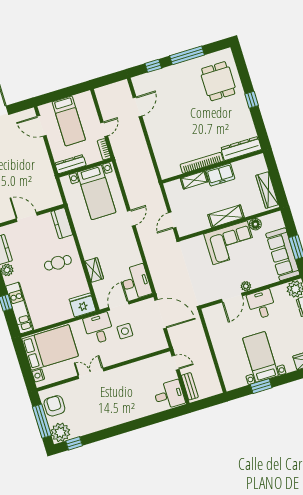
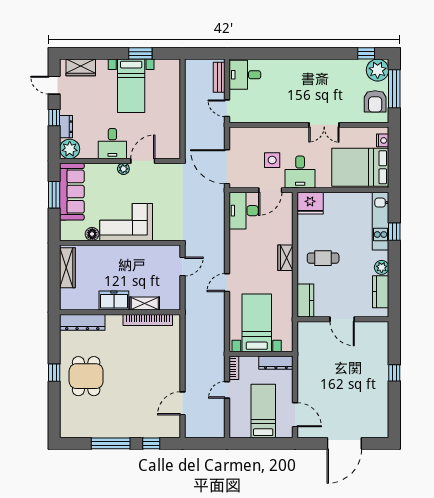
dining table: (218, 81) -> (86, 376), moved
bookcase: (202, 163) -> (148, 320), moved
shelving: (226, 216) -> (122, 253), removed
wardrobe: (94, 270) -> (285, 258), moved

